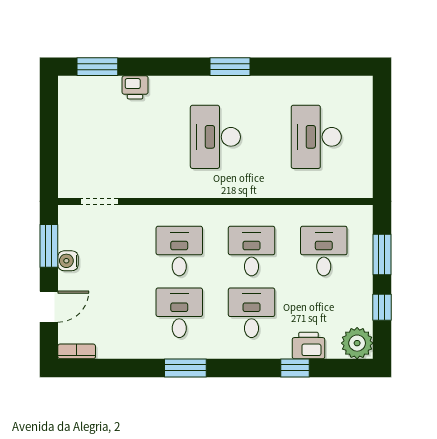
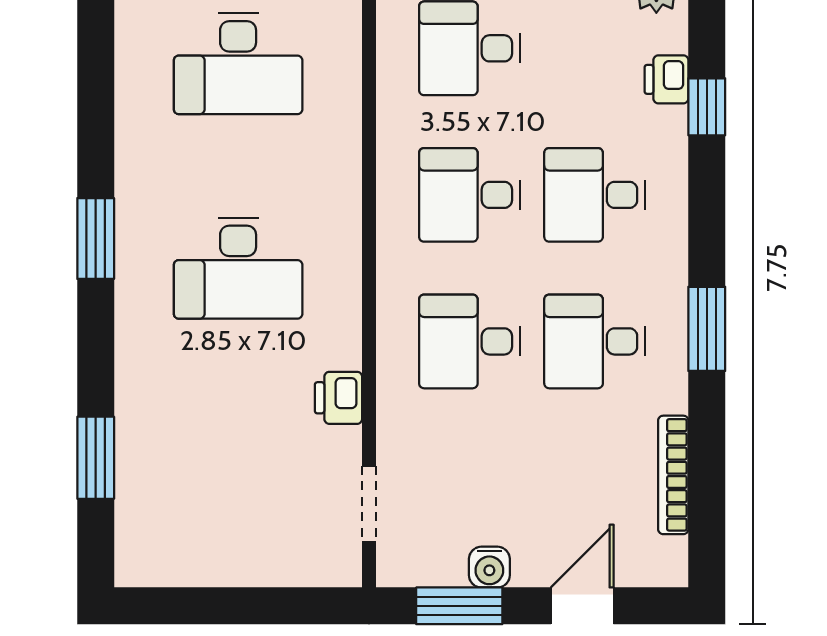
window: (97, 67) -> (96, 458), moved
printer: (135, 87) -> (338, 398), moved, turned 180
door: (49, 307) -> (582, 606), hinge flipped
printer: (309, 346) -> (666, 79), width x0.73, depth x0.81
bookcase: (77, 351) -> (673, 475), moved, width x1.56

